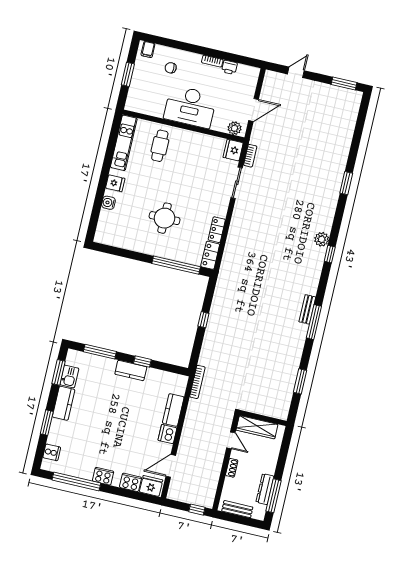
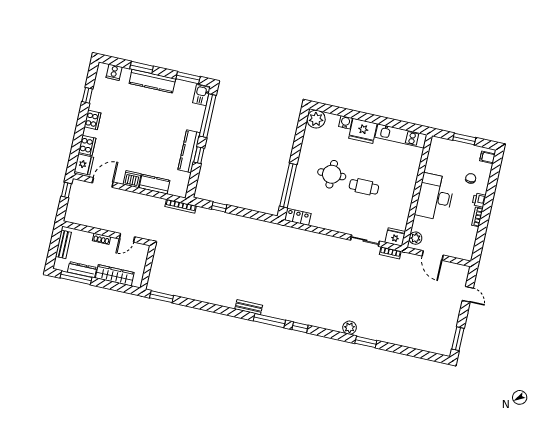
printer: (229, 67) -> (479, 200), moved
cafe table: (160, 146) -> (364, 187), moved
fridge: (115, 183) -> (363, 131), width x1.88, depth x1.34
locker: (217, 230) -> (322, 223), removed
plant: (105, 234) -> (316, 119), added
plant: (322, 239) -> (350, 328), moved
window: (203, 320) -> (219, 207), moved
window: (314, 322) -> (269, 321), moved
window: (100, 352) -> (208, 116), width x1.46
kitchen counter: (131, 370) -> (189, 151), width x1.50
kitchen sink: (69, 376) -> (201, 95), moved, turned 90
window: (300, 381) -> (162, 297), moved
kitchen counter: (64, 403) -> (152, 81), width x1.50
wardrobe: (257, 427) -> (115, 275), moved, turned 90
door: (171, 466) -> (103, 182), hinge flipped
window: (76, 482) -> (87, 95), width x0.32
window: (197, 510) -> (66, 190), moved

